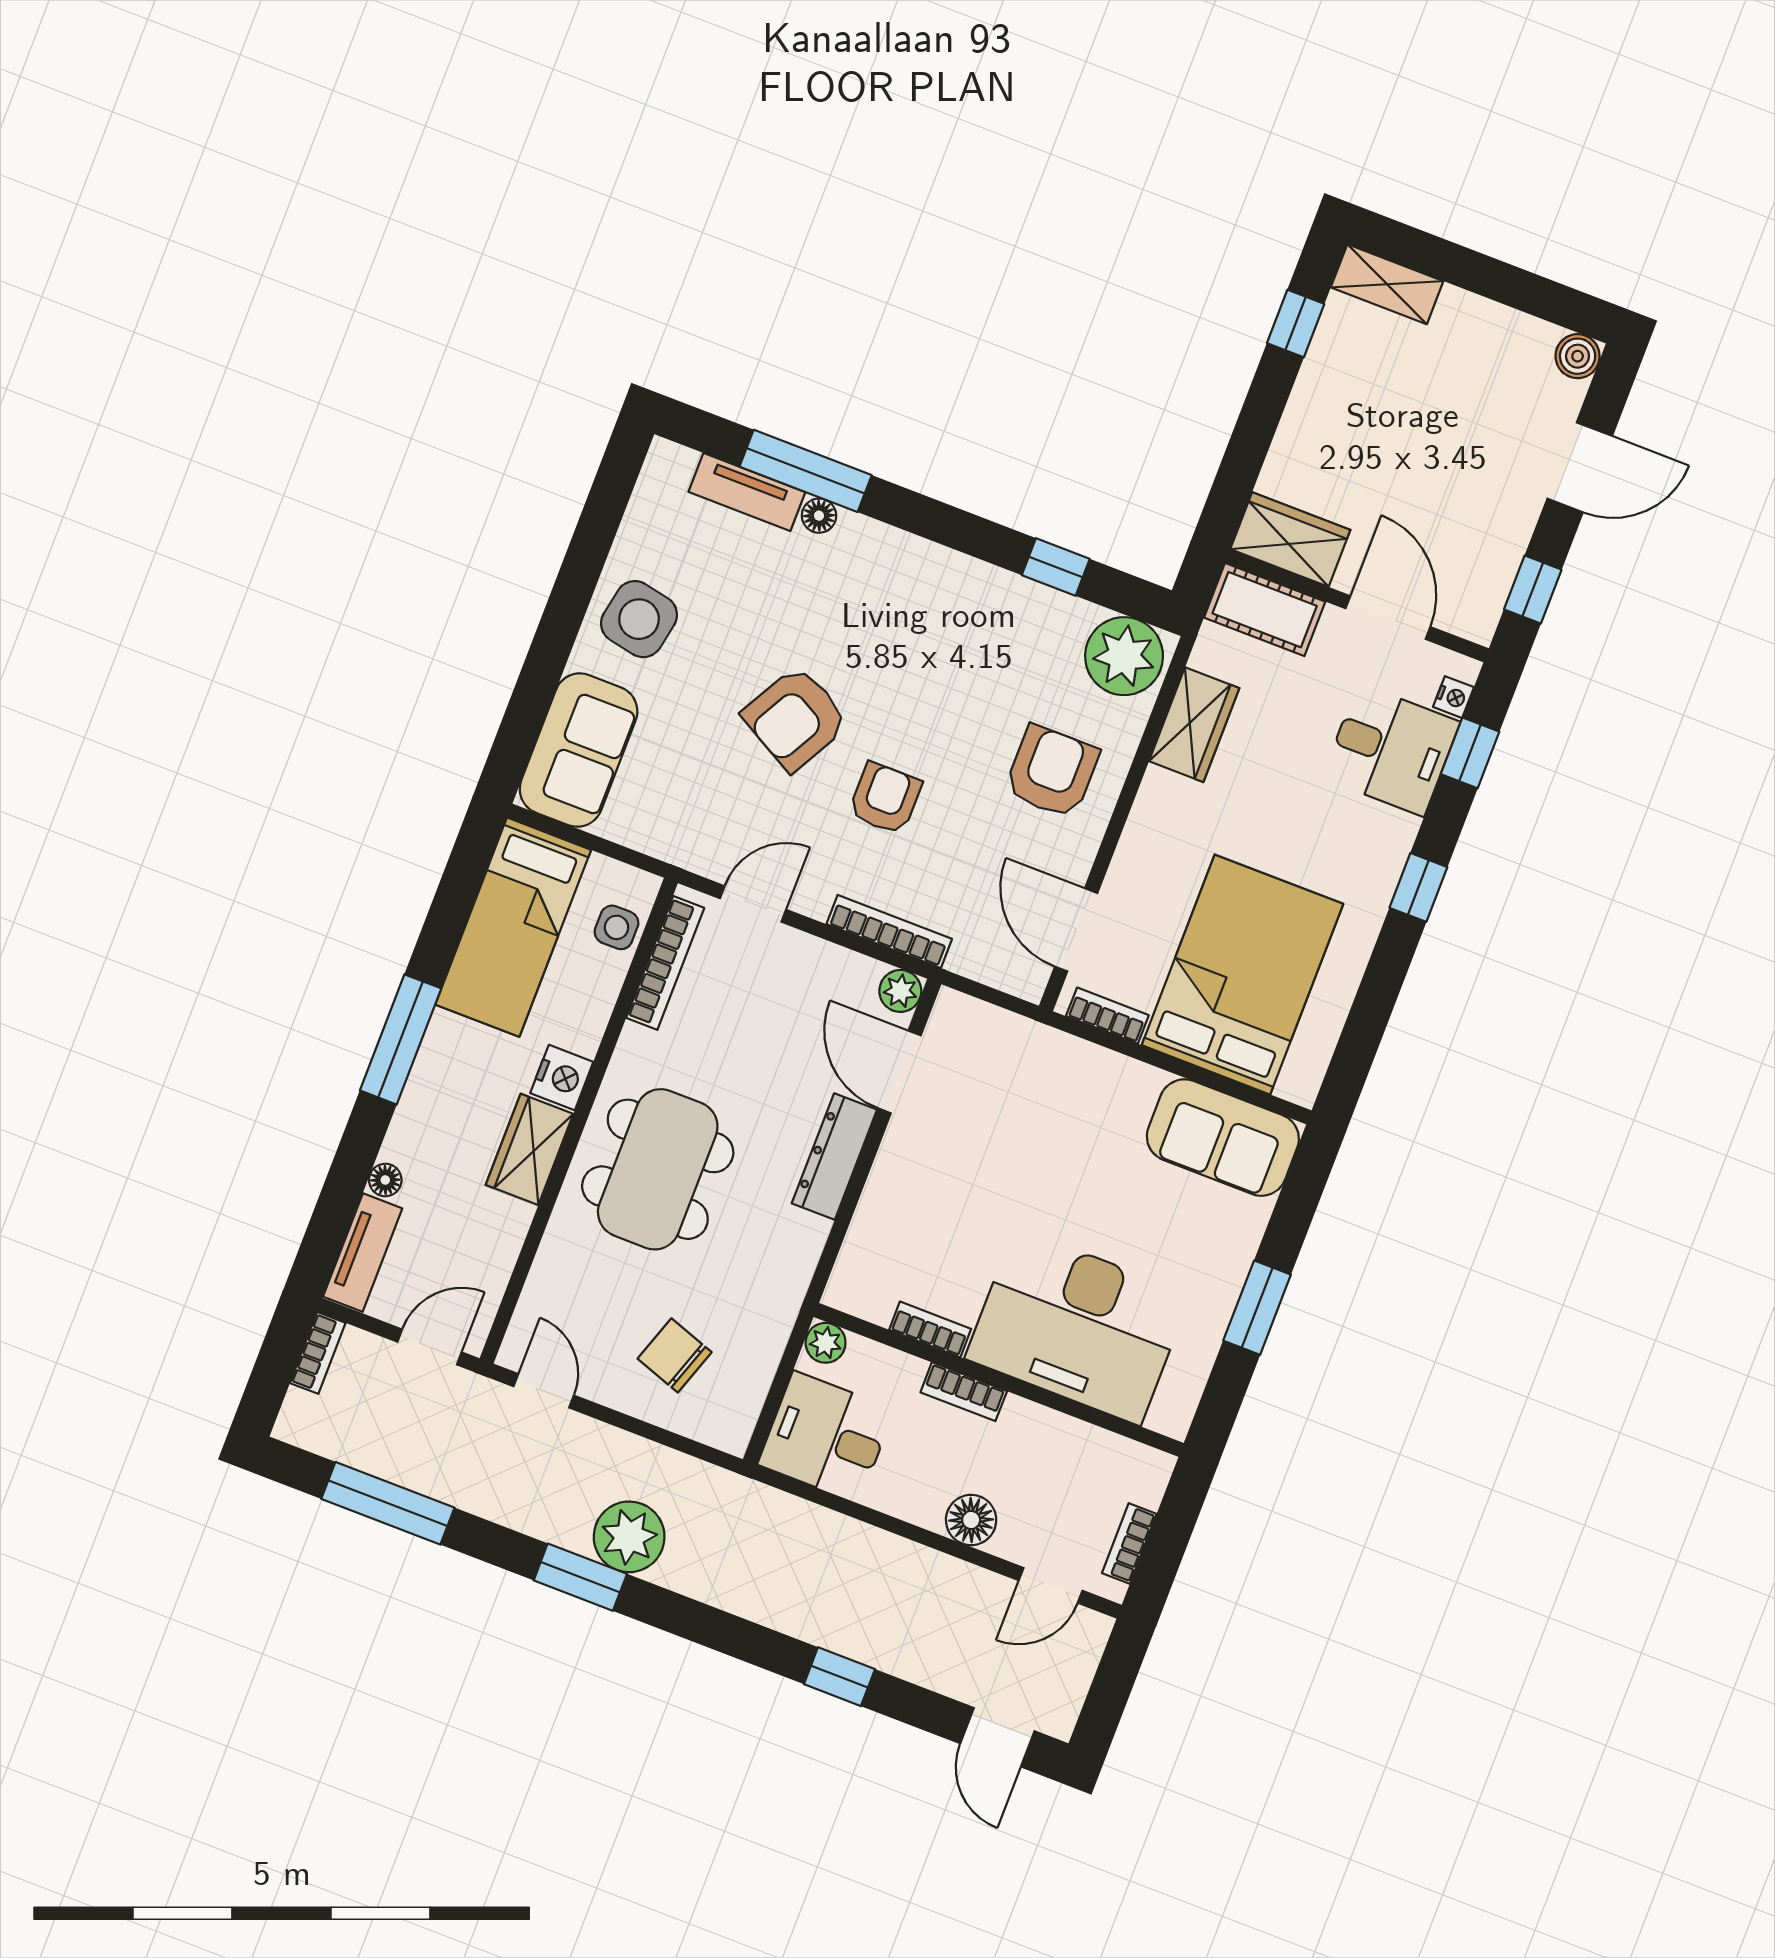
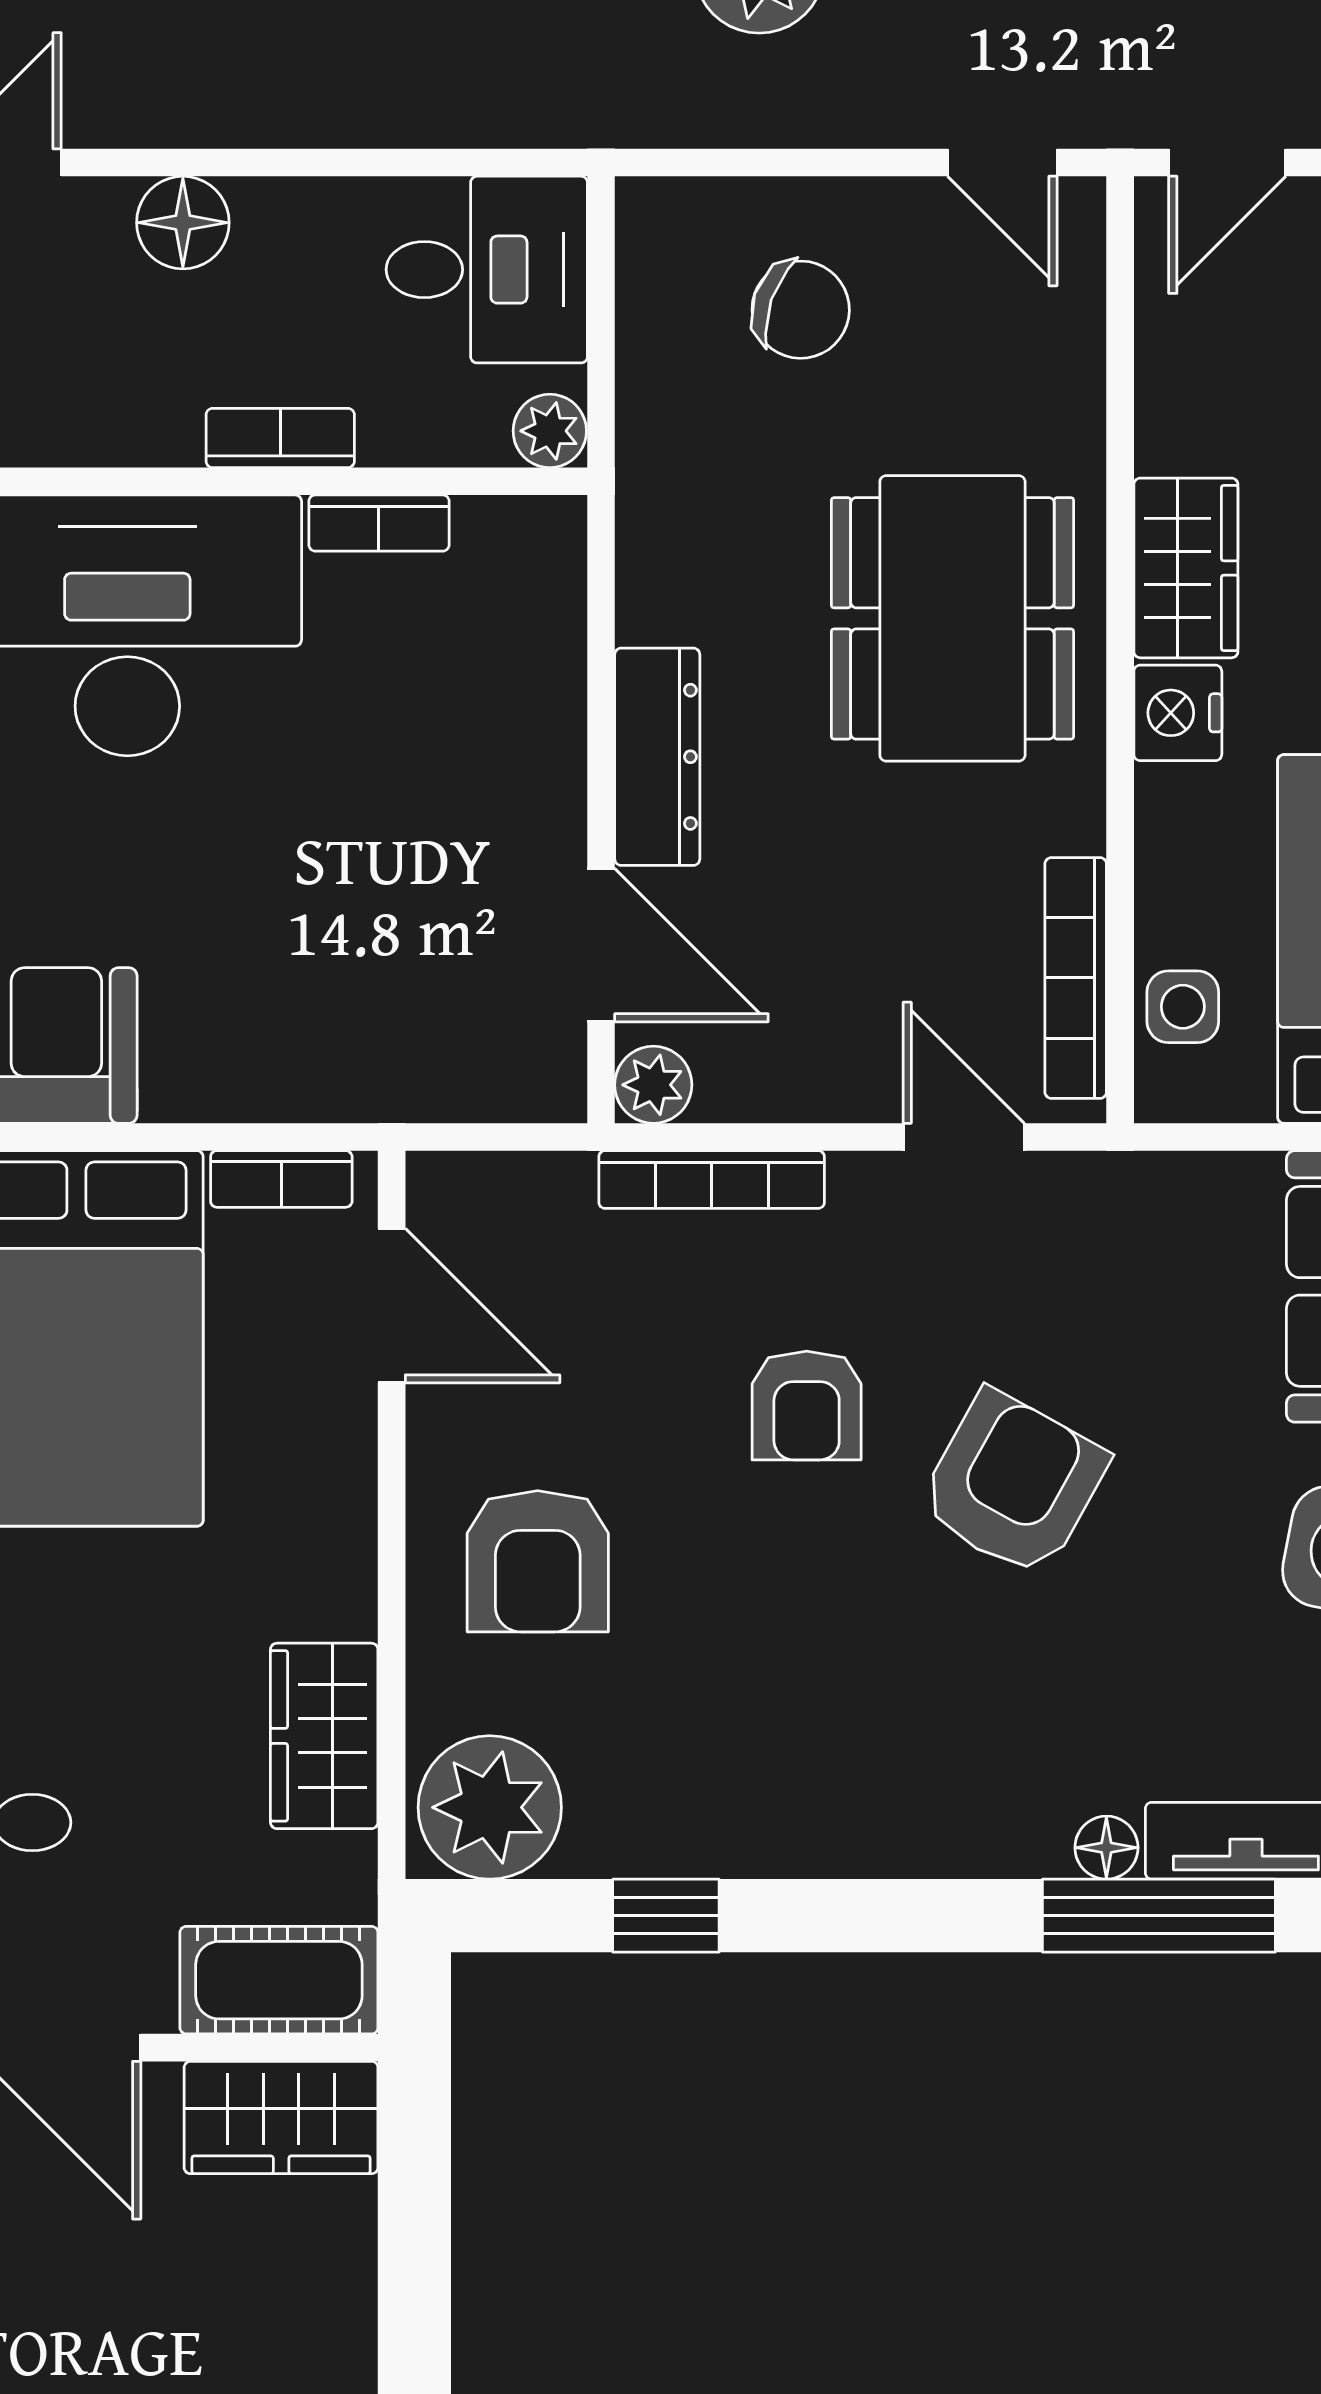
door: (753, 904) -> (964, 1137), swing flipped

